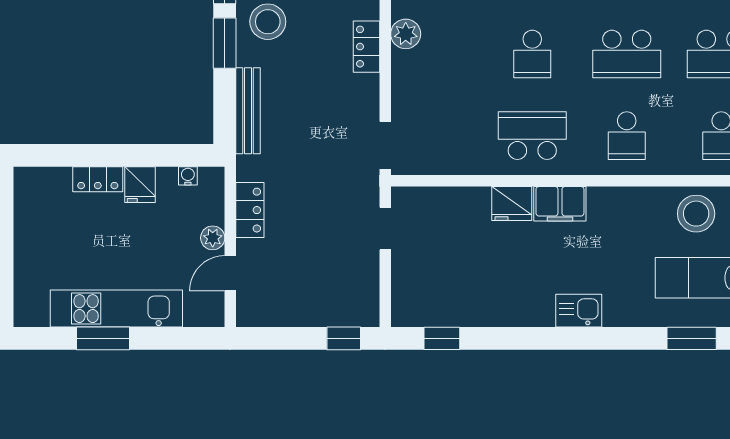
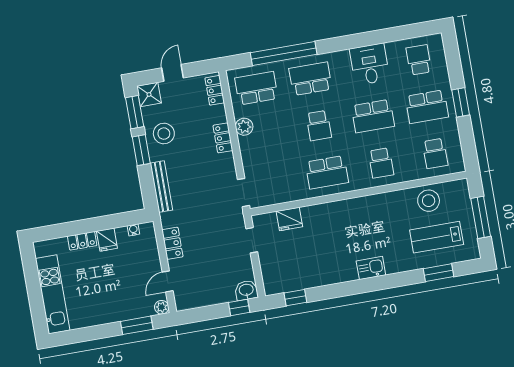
school desk: (532, 136) -> (327, 172), turned 180
fridge: (512, 204) -> (289, 219), moved
filing cabinet: (560, 204) -> (350, 209), removed
plant: (213, 238) -> (162, 307), moved
kitchen unit: (116, 309) -> (53, 294), moved, turned 90
washbasin: (361, 312) -> (246, 290), added
window: (103, 338) -> (137, 325), moved

